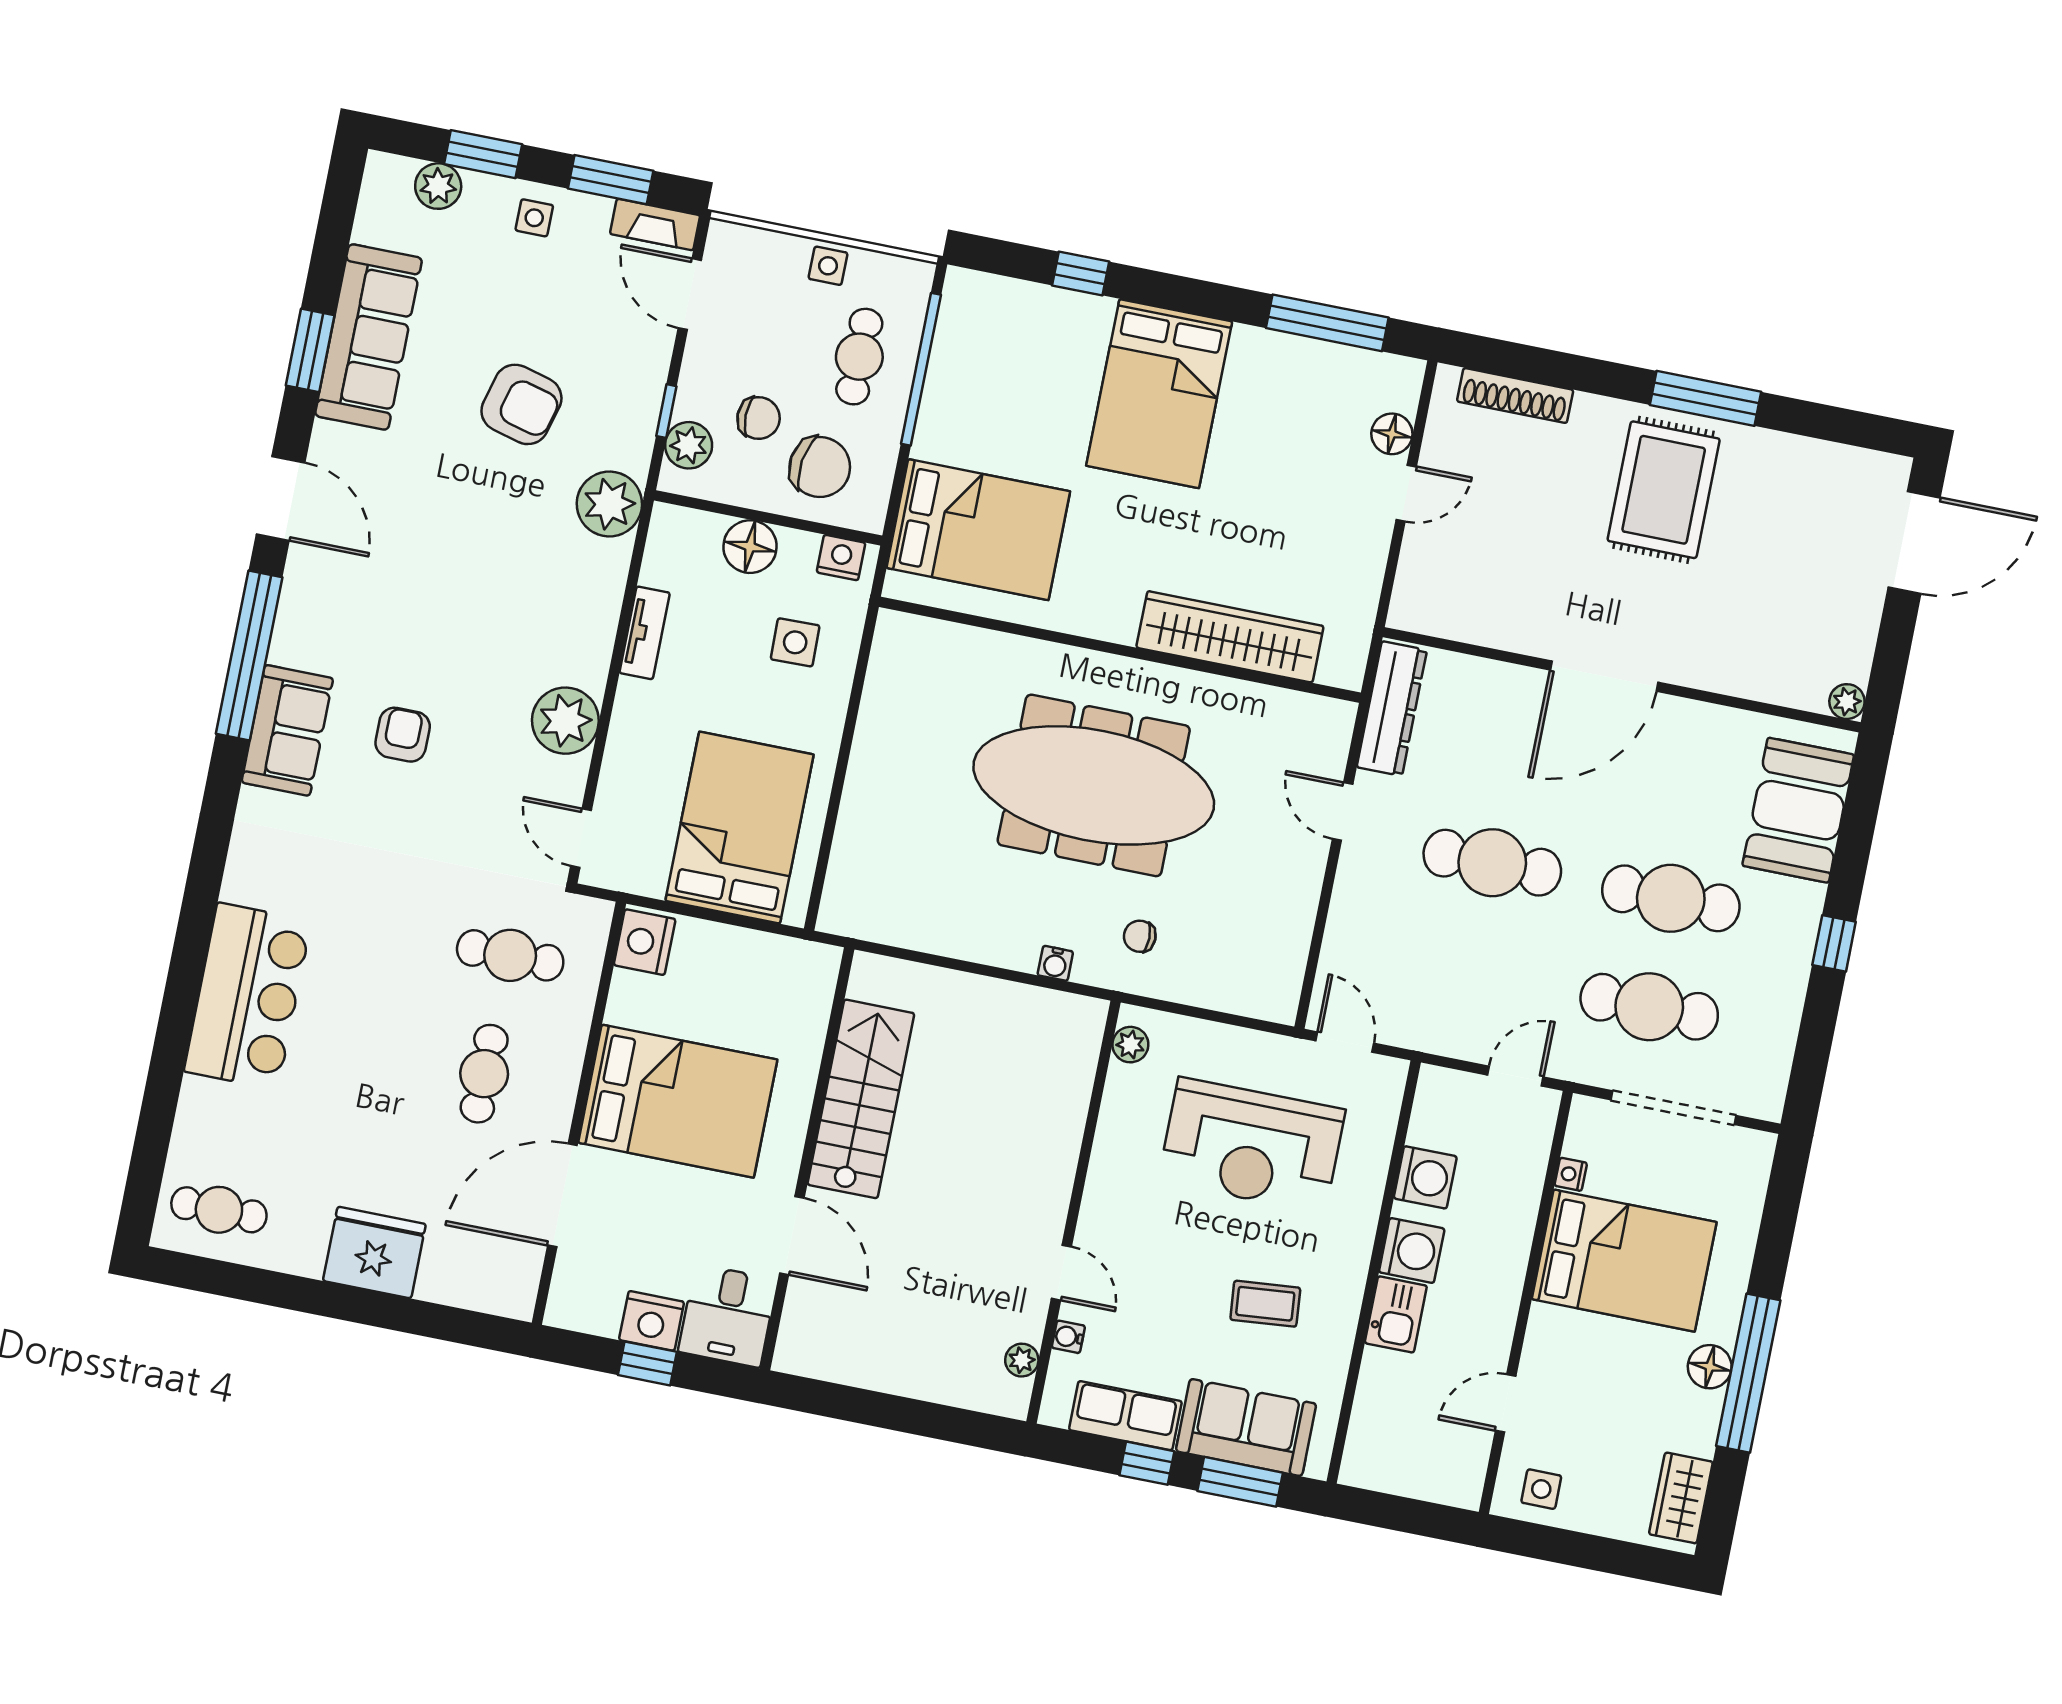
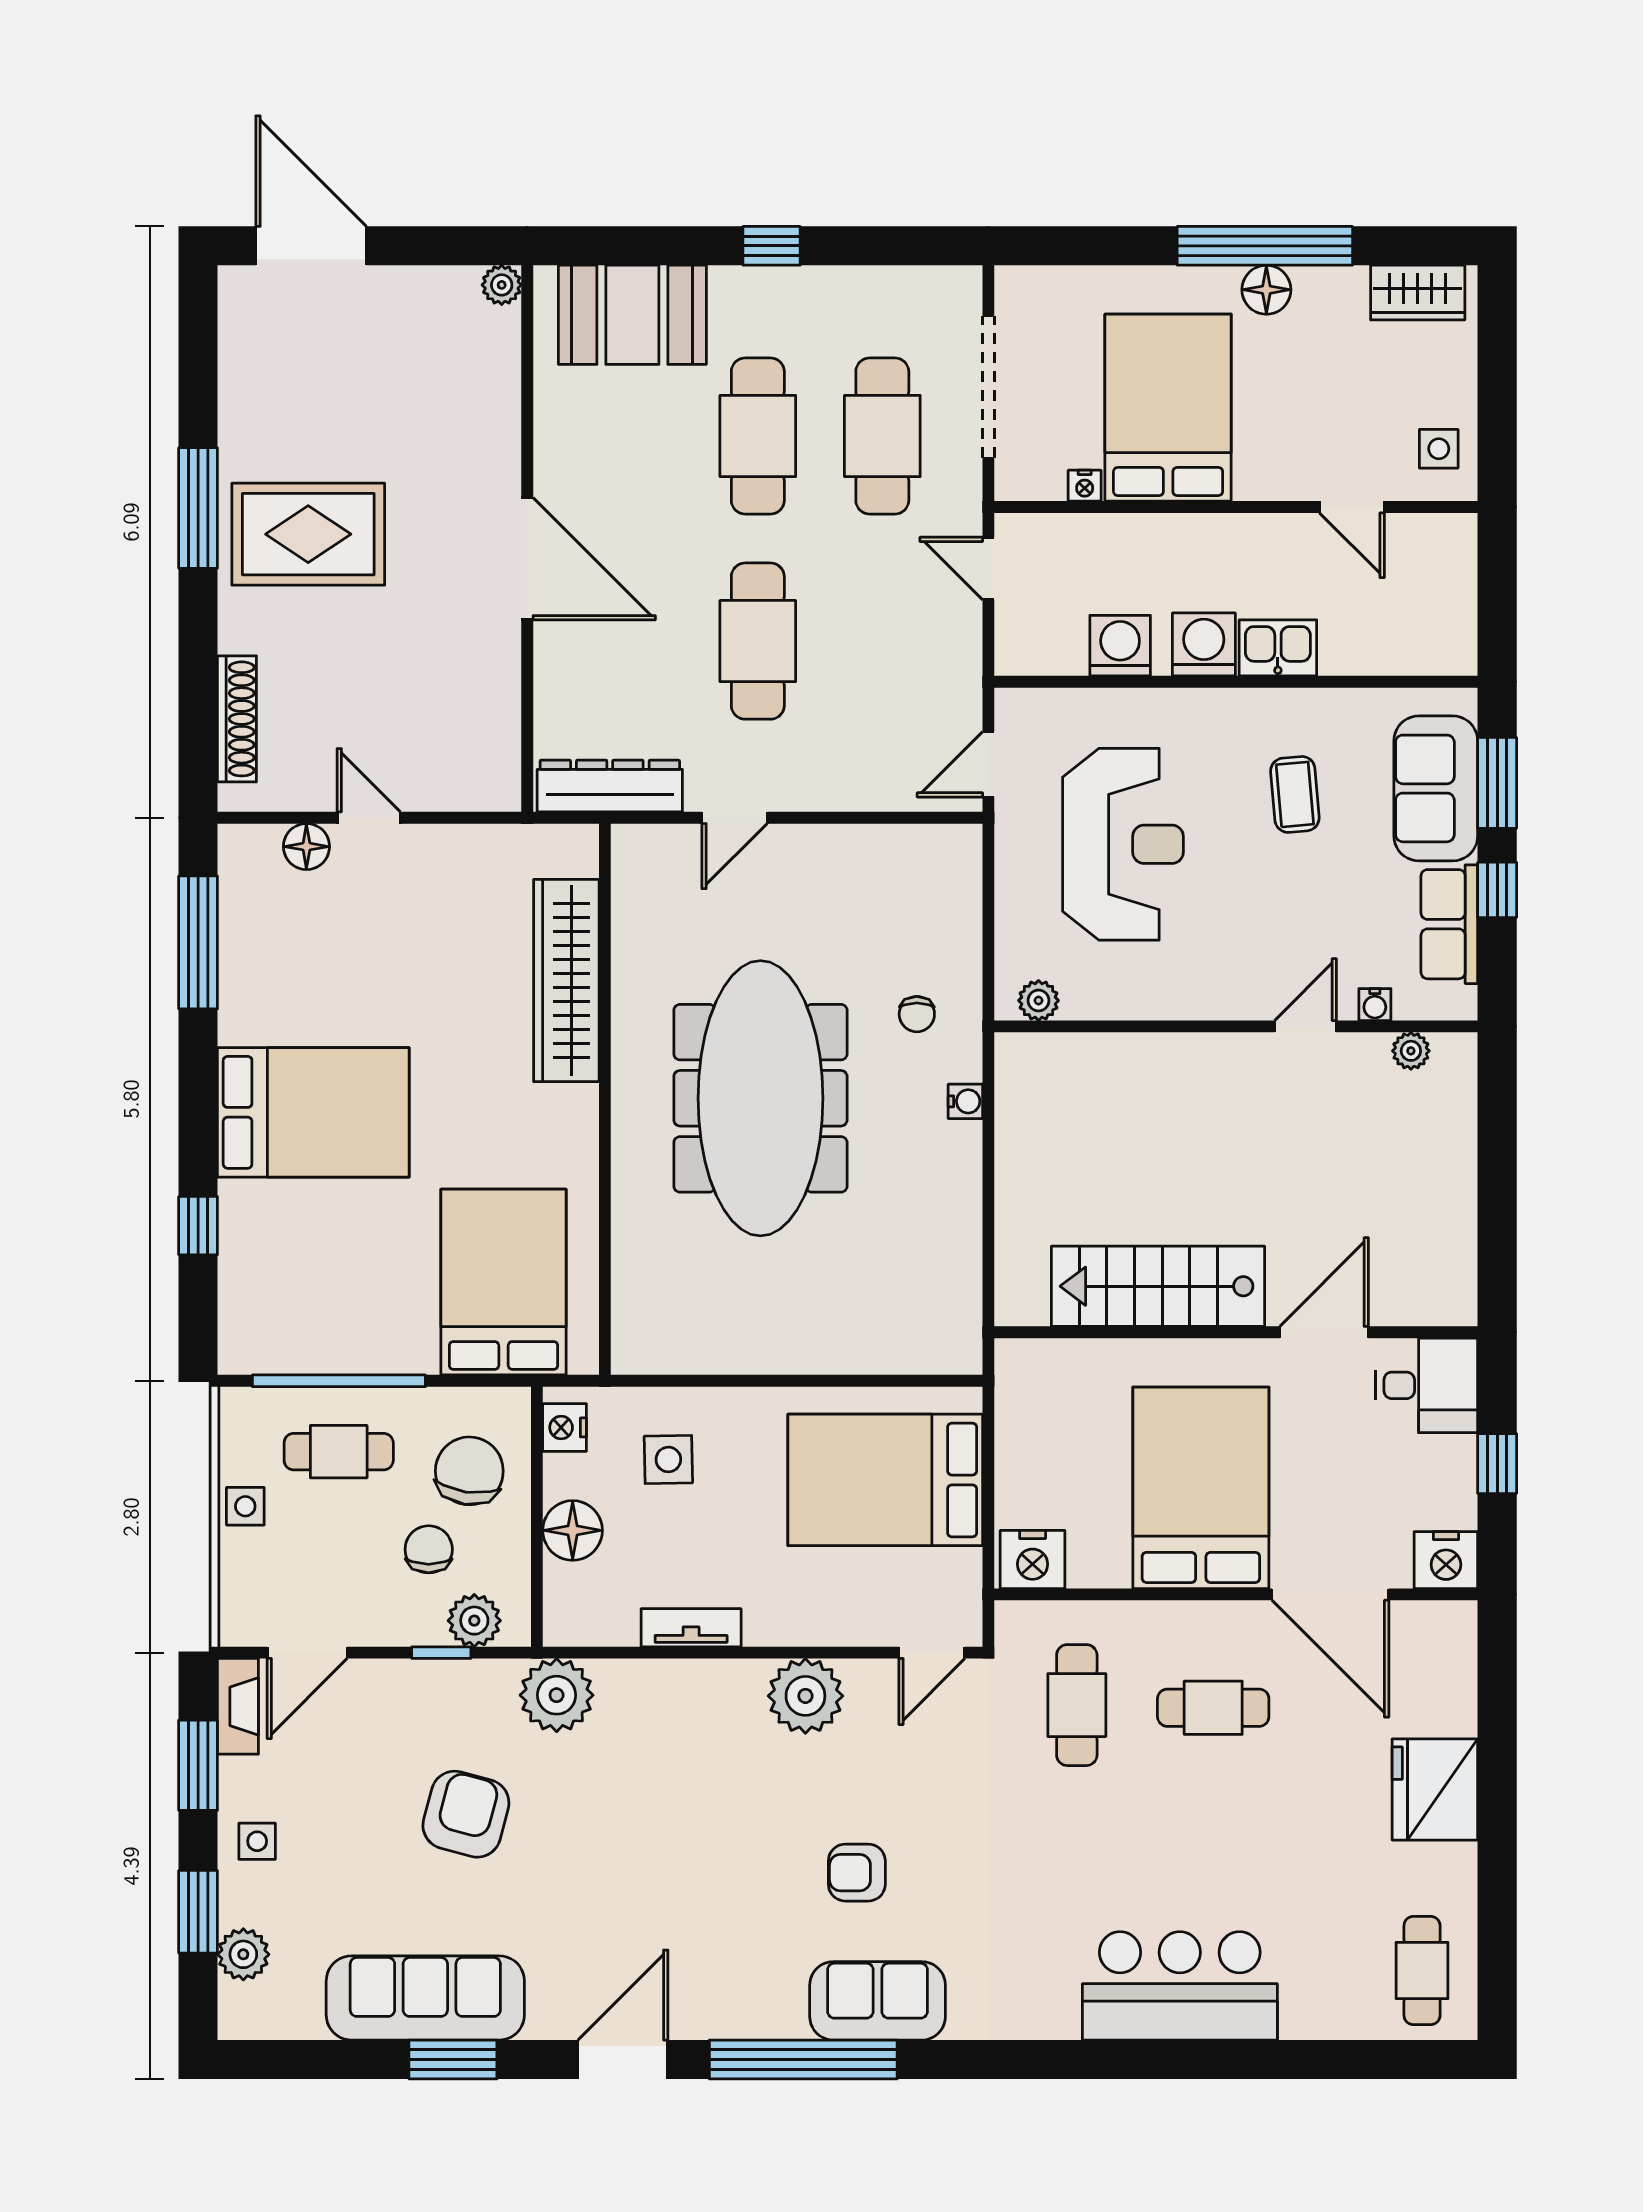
nightstand: (652, 1321) -> (1446, 1560), moved, turned 90

